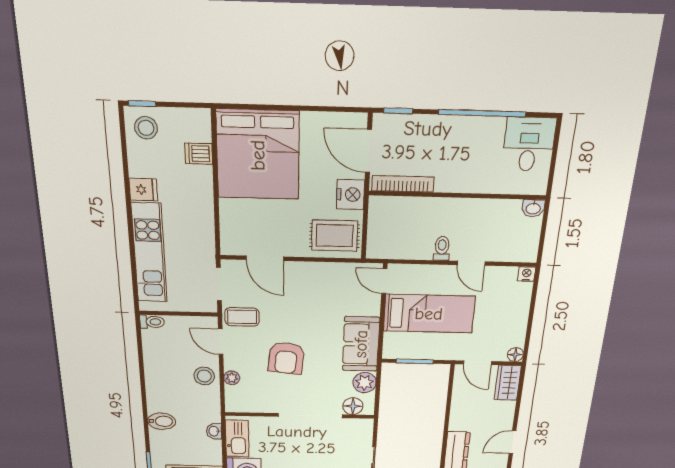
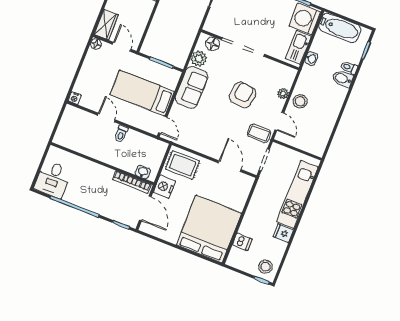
washbasin: (533, 208) -> (143, 172), moved
toilet: (152, 322) -> (349, 67), moved

